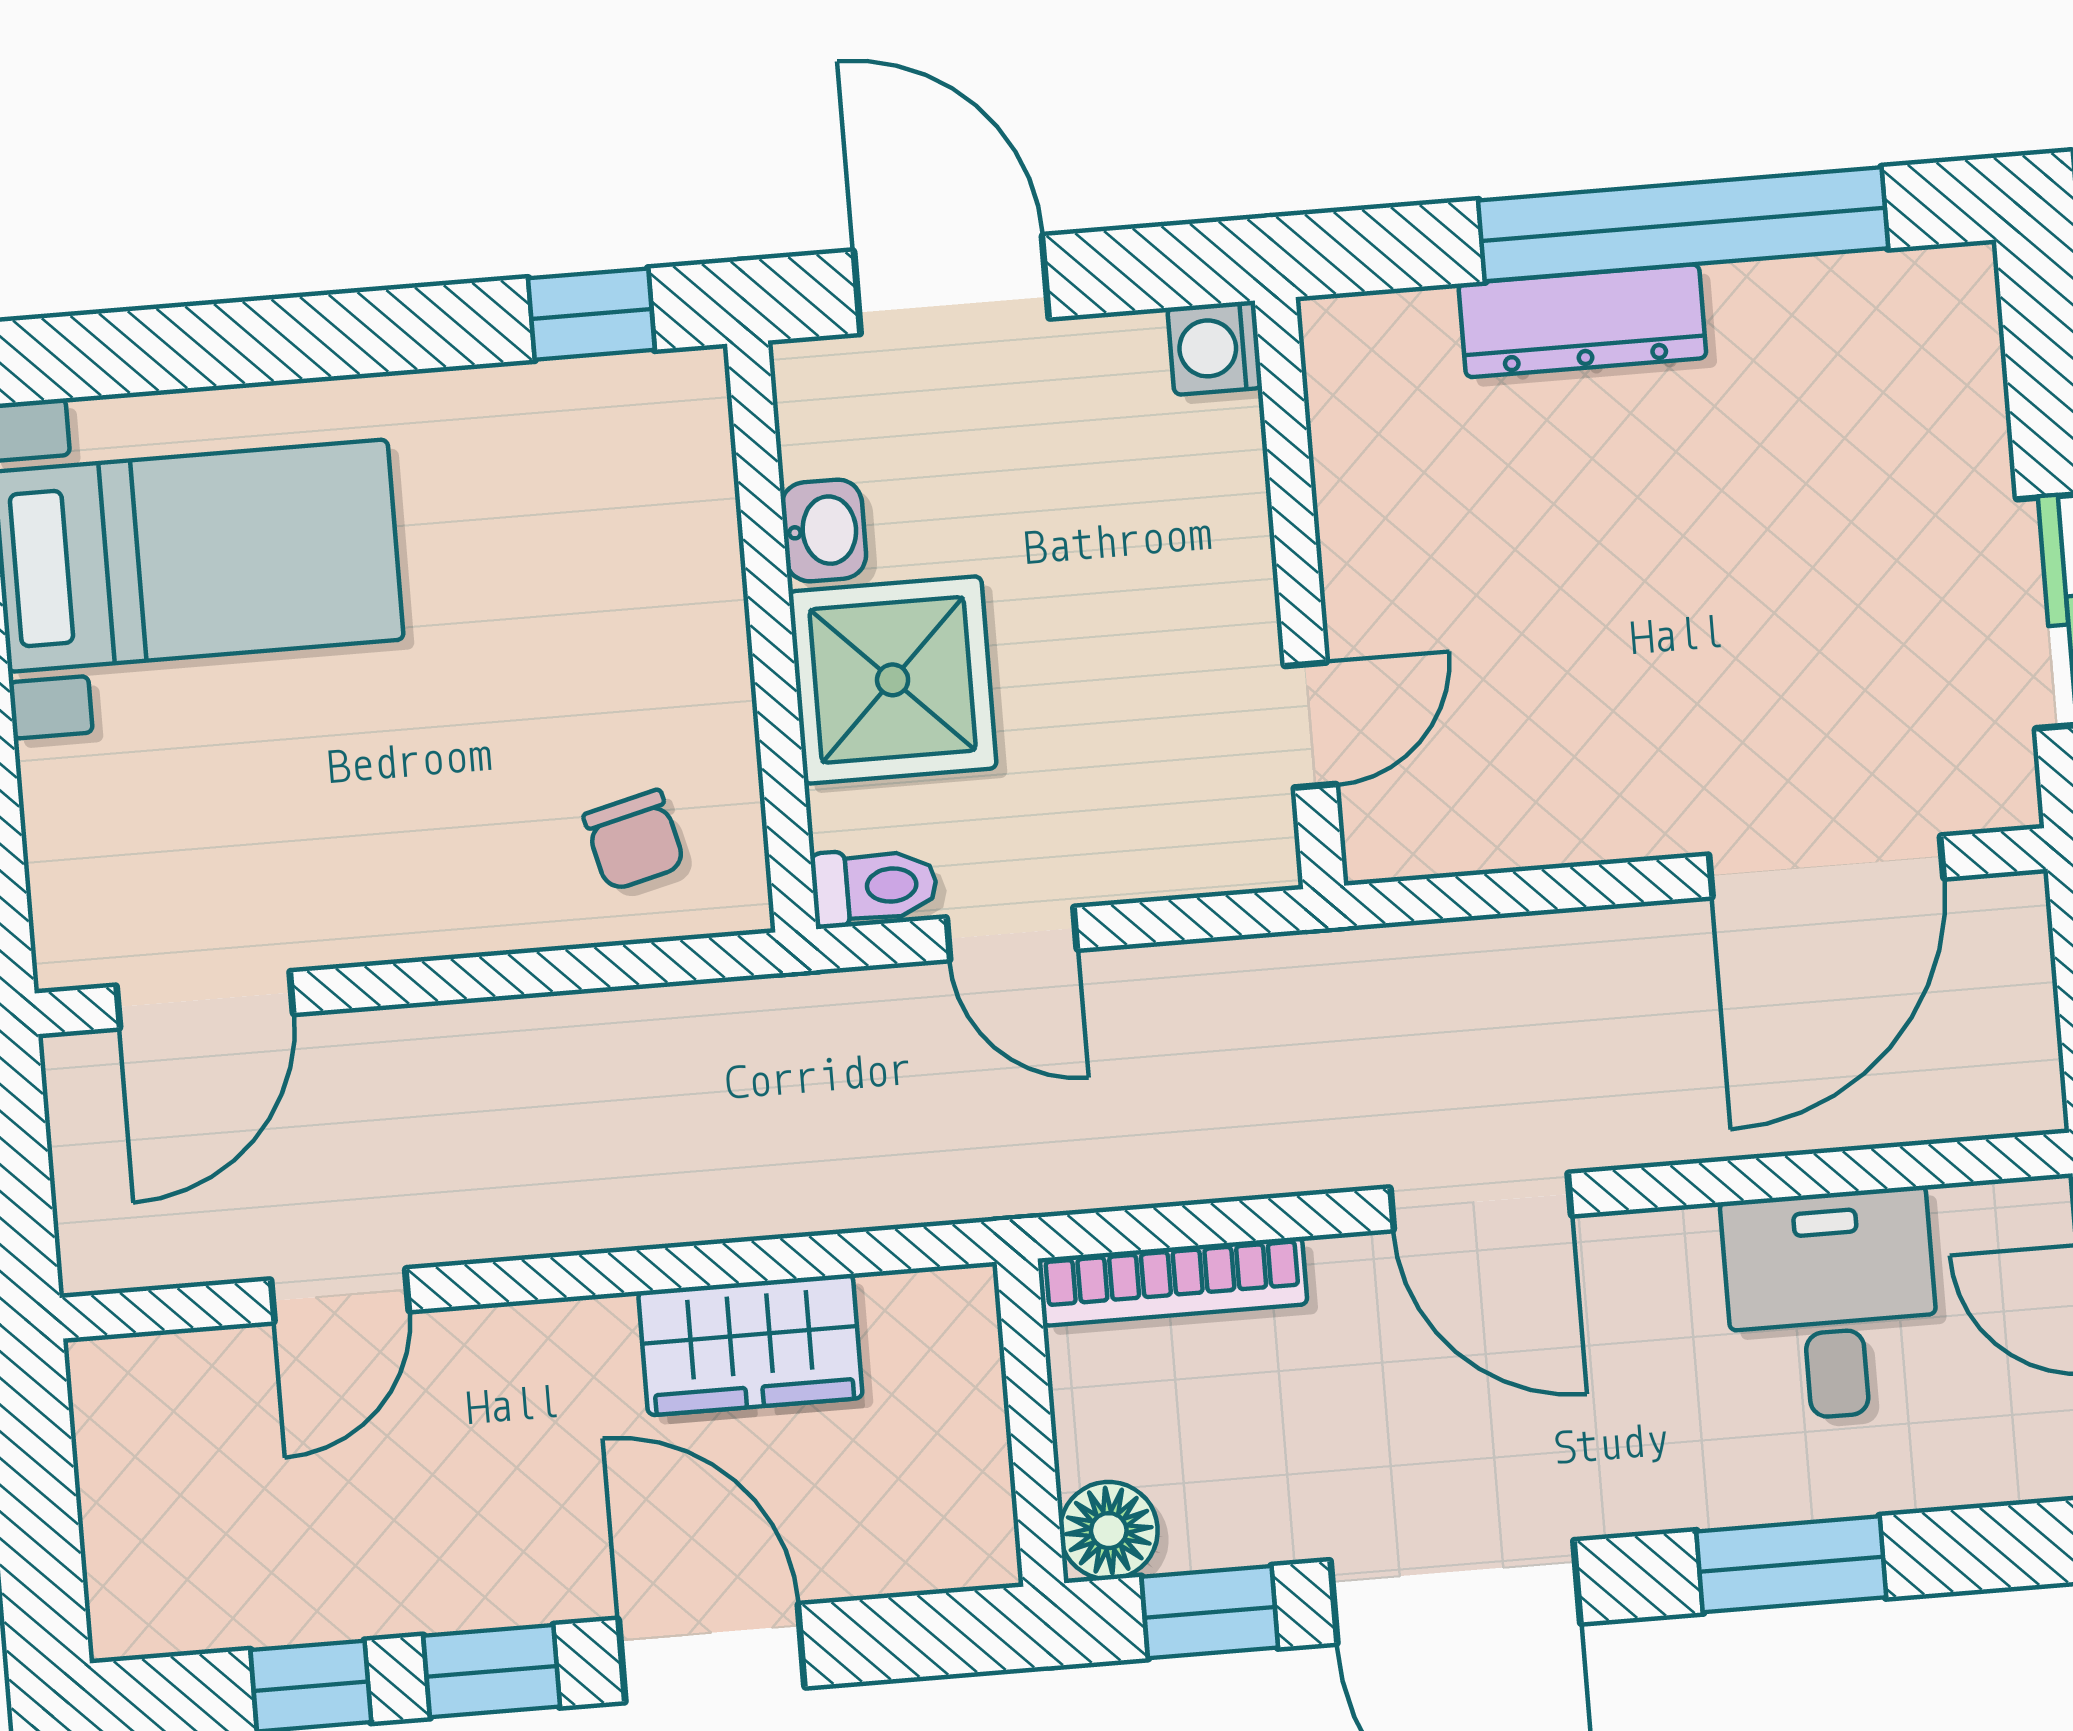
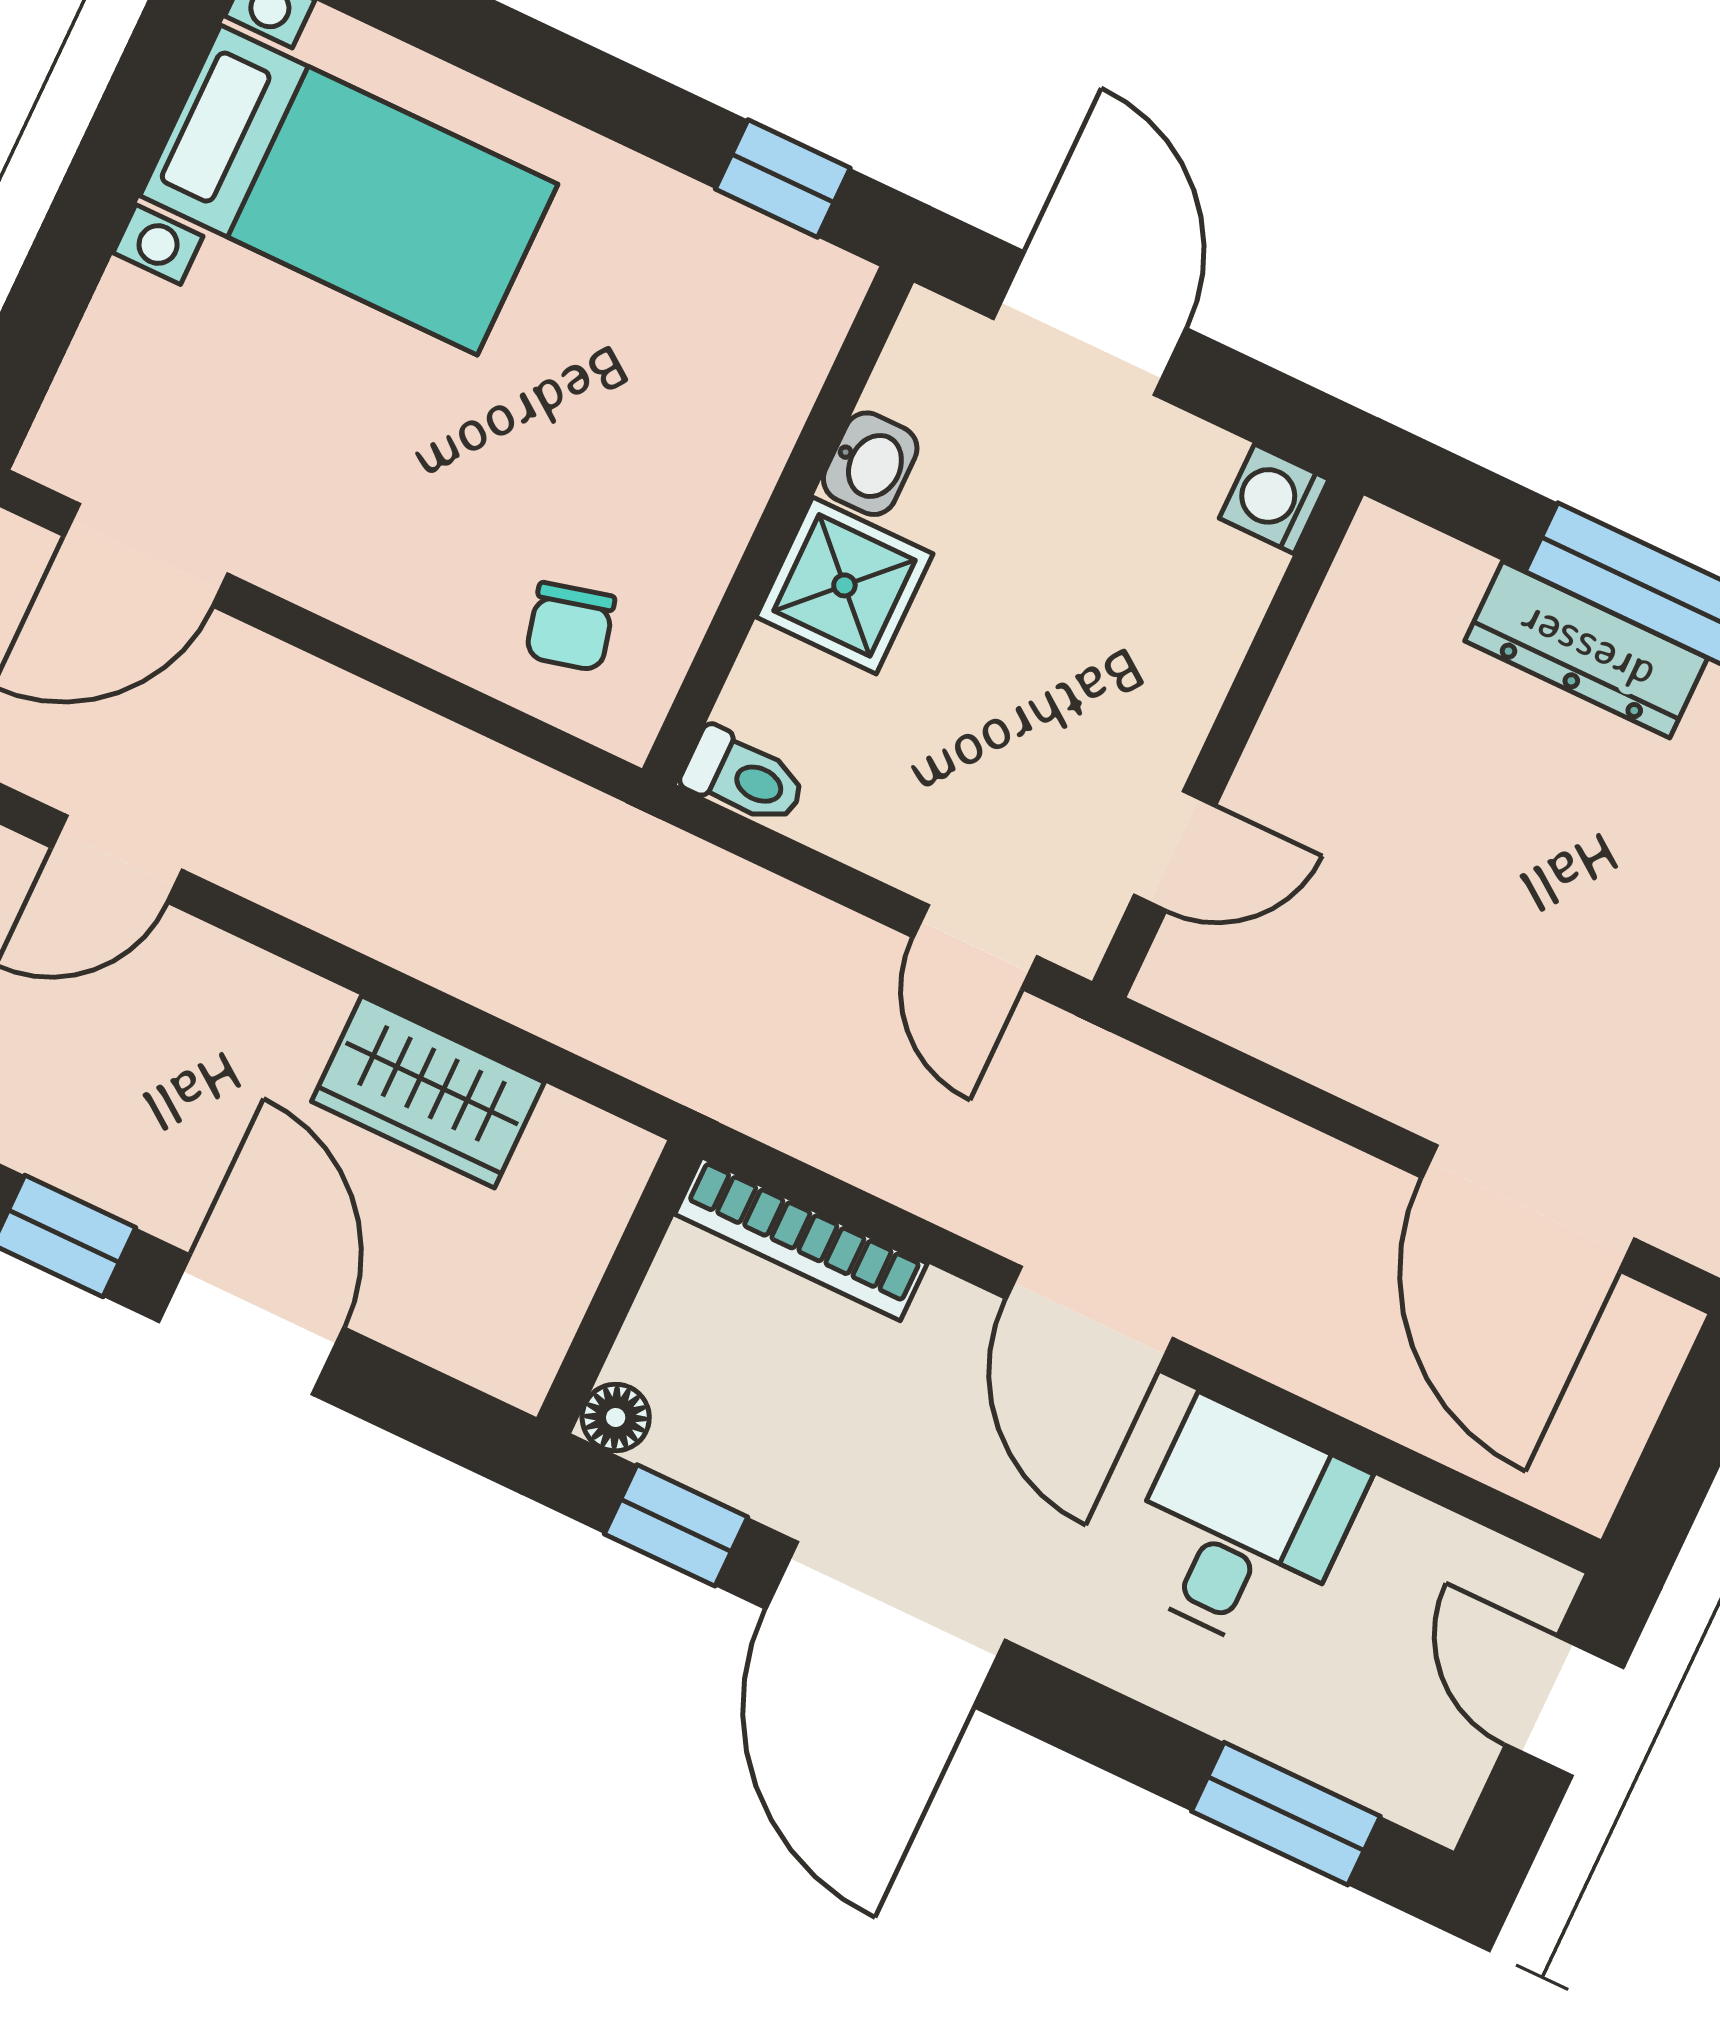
shower: (893, 680) -> (844, 585), width x0.73, depth x0.73
door: (1826, 867) -> (1528, 1208), hinge flipped
door: (1012, 934) -> (975, 947), moved
desk: (1832, 1305) -> (1241, 1527), moved
floor lamp: (1109, 1531) -> (616, 1417), width x0.73, depth x0.73
window: (1791, 1564) -> (1286, 1814), moved

